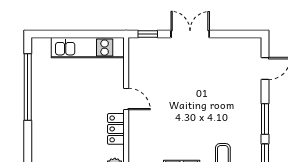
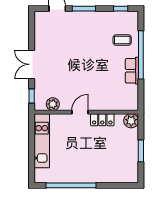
plant: (137, 63) -> (53, 104), added
window: (265, 119) -> (84, 9), moved

